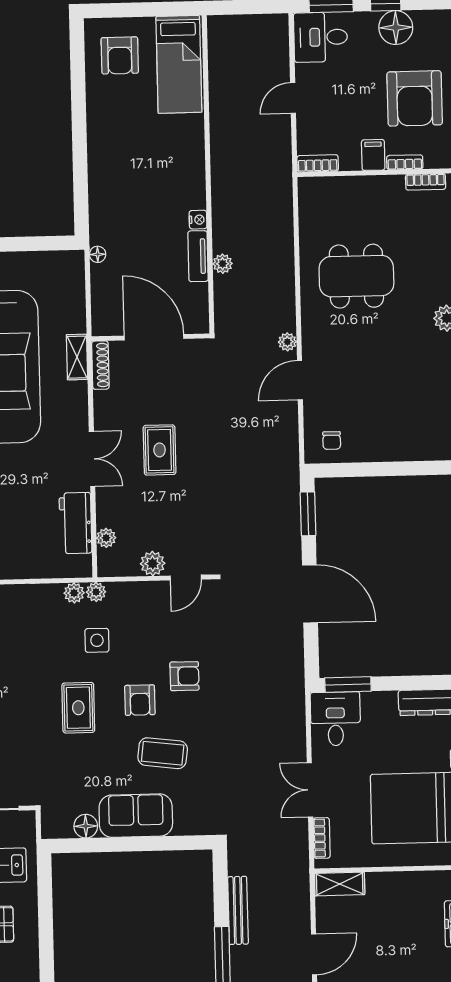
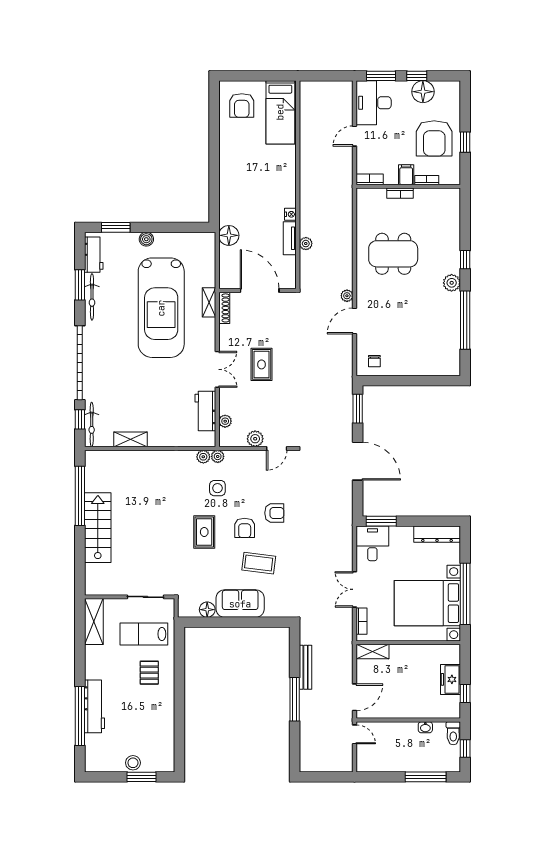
desk: (321, 37) -> (374, 103), width x1.37
bookcase: (426, 182) -> (400, 193), moved
floor lamp: (98, 254) -> (229, 235), width x1.89, depth x1.89

